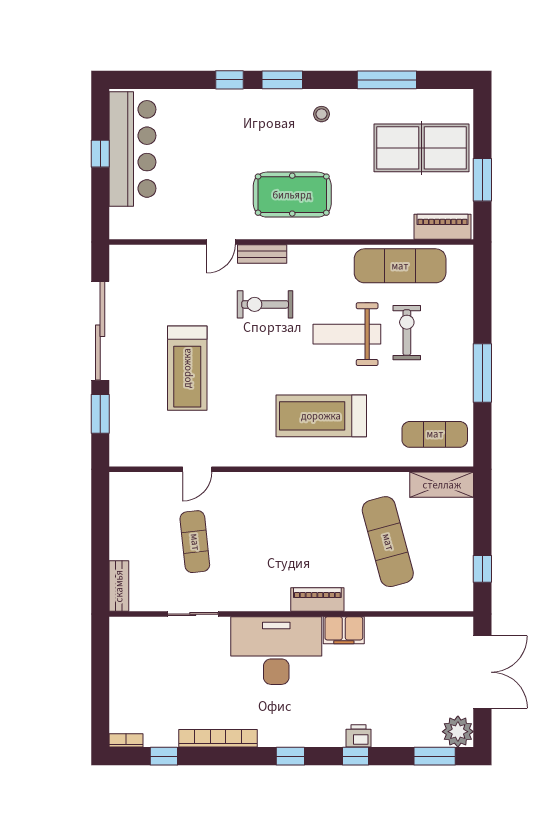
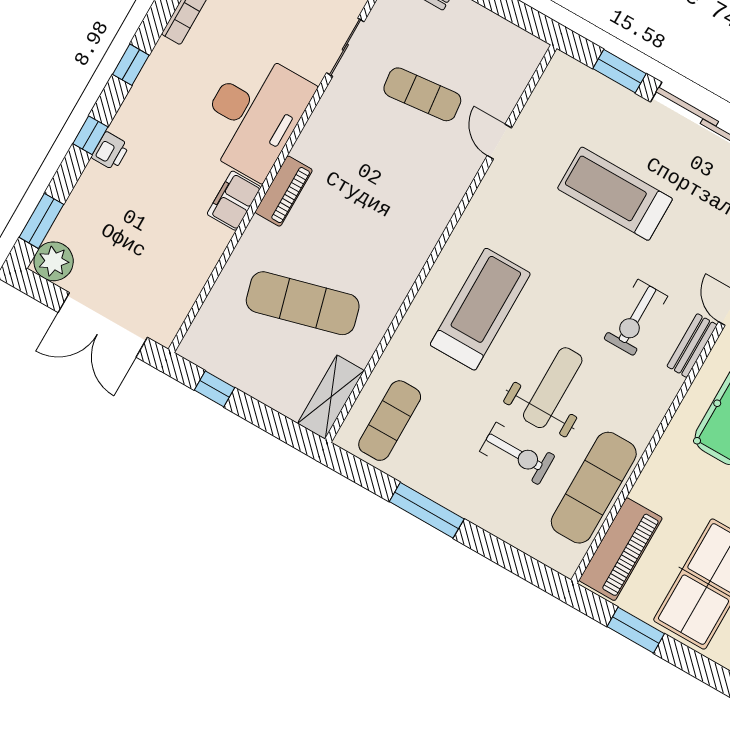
piano: (443, 227) -> (621, 549), width x1.37, depth x1.33
exercise bike: (265, 304) -> (636, 317), turned 180

